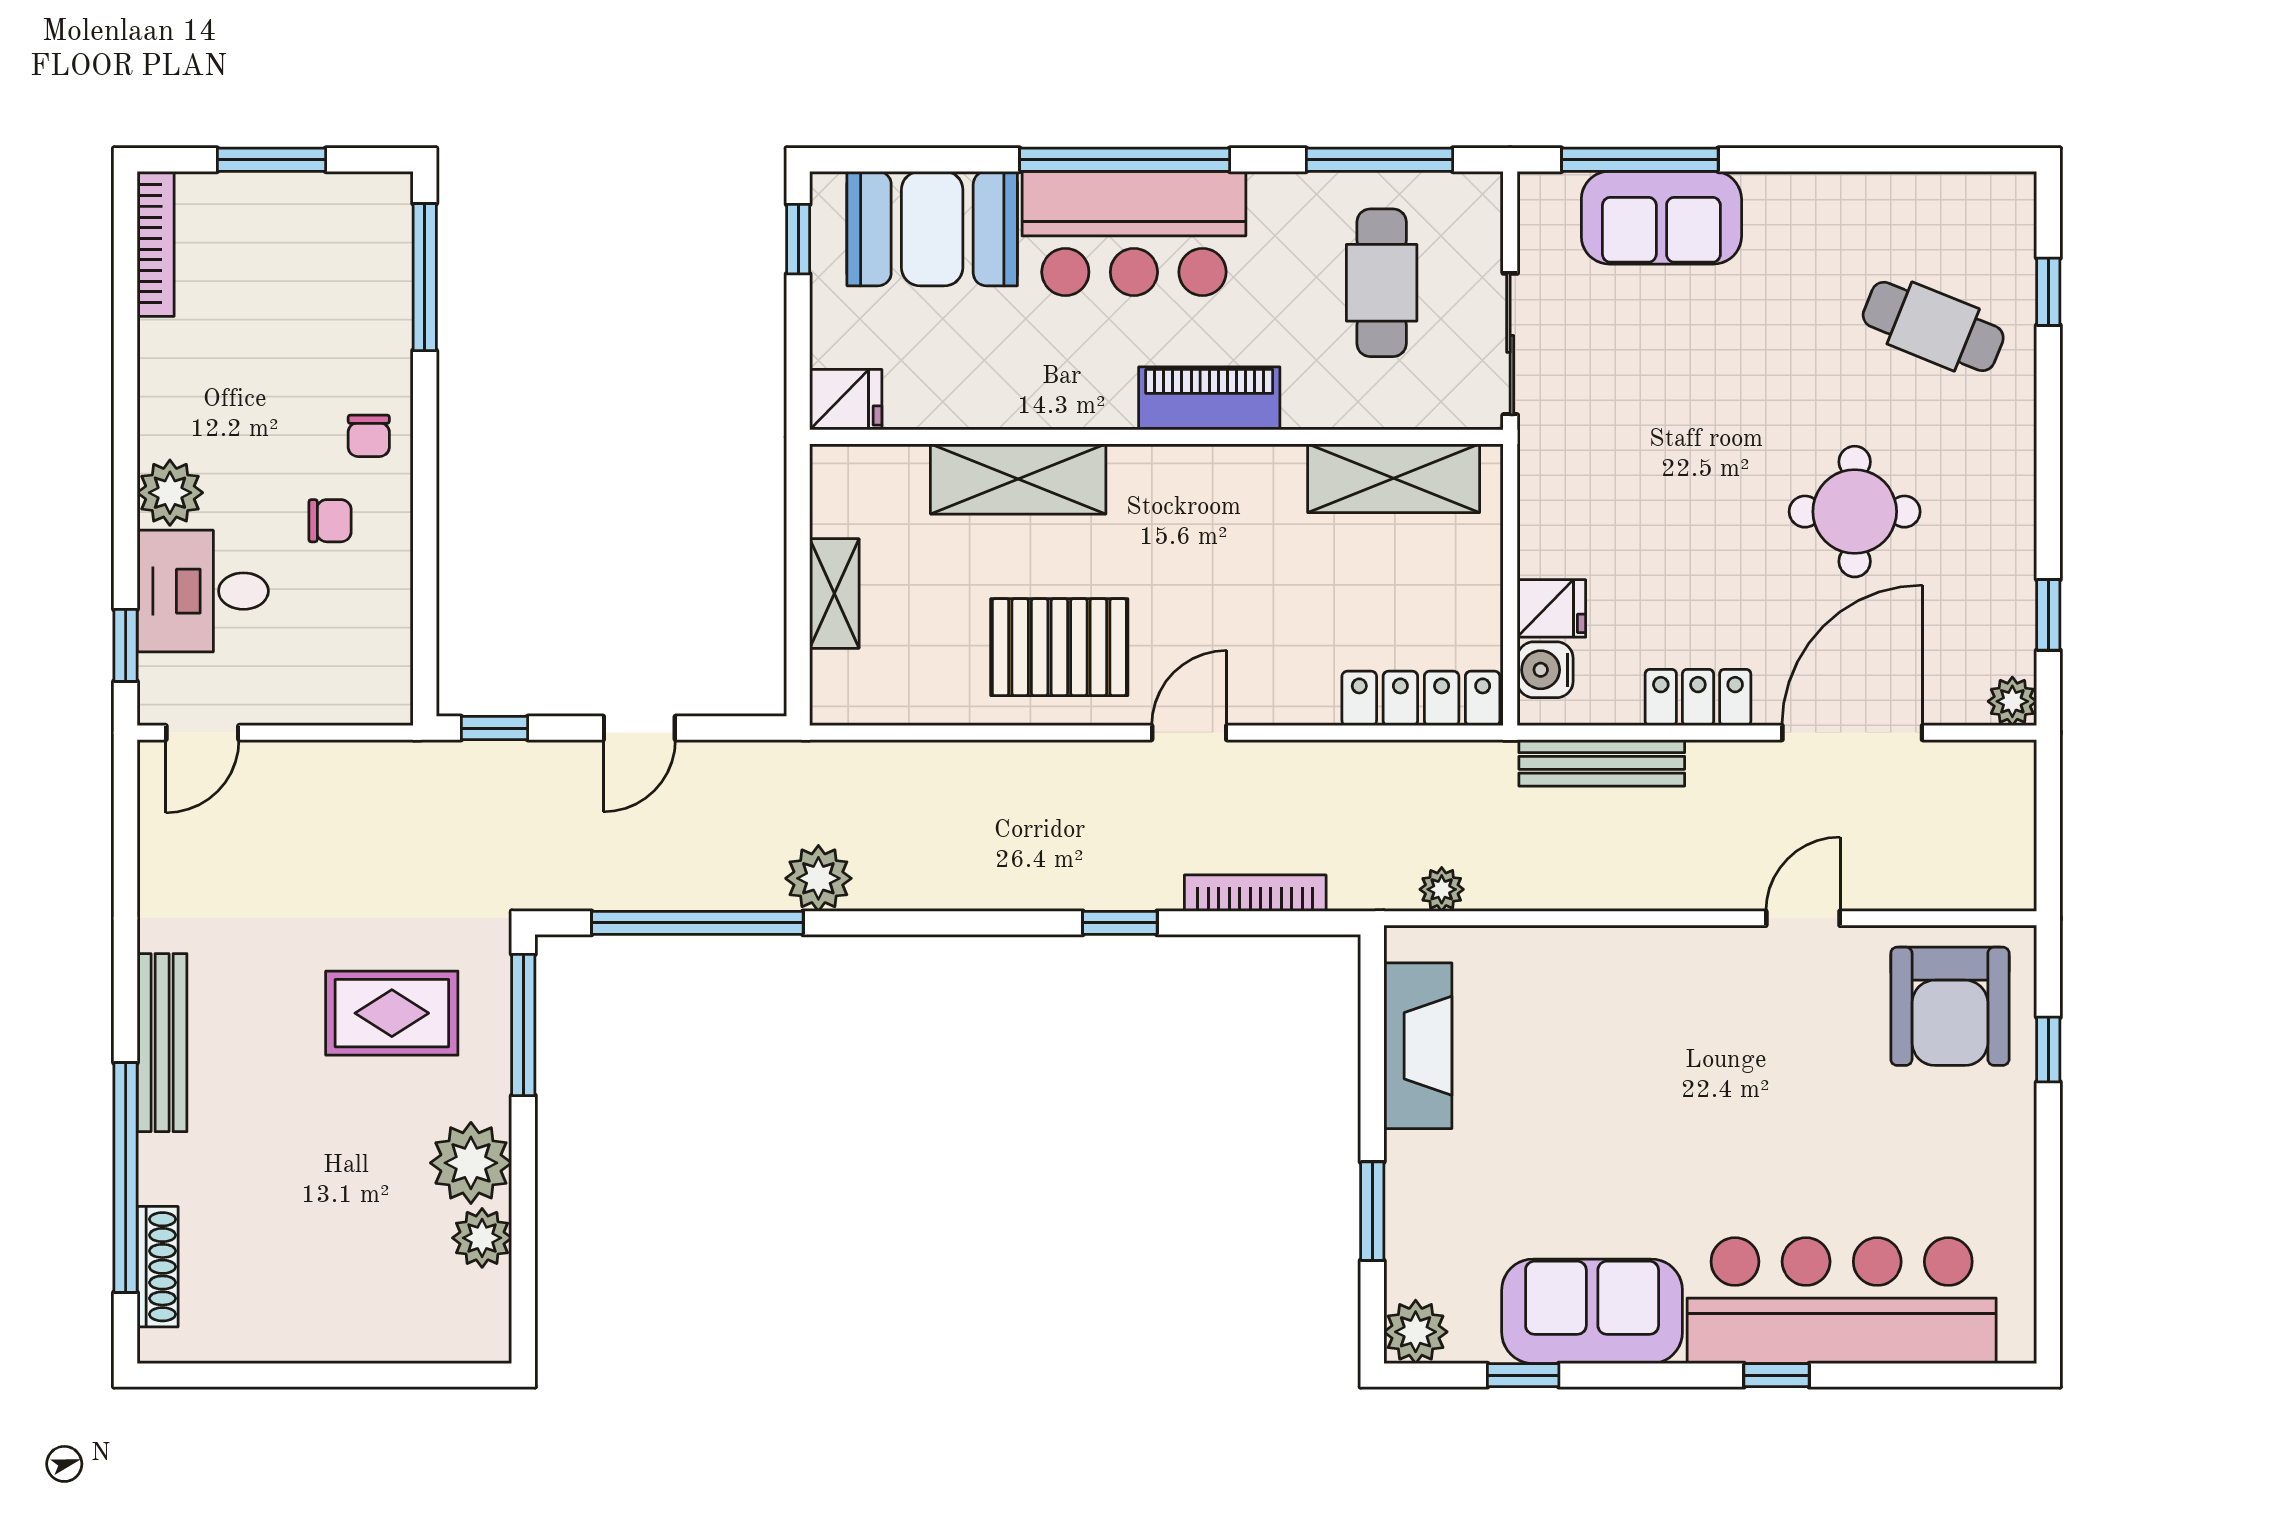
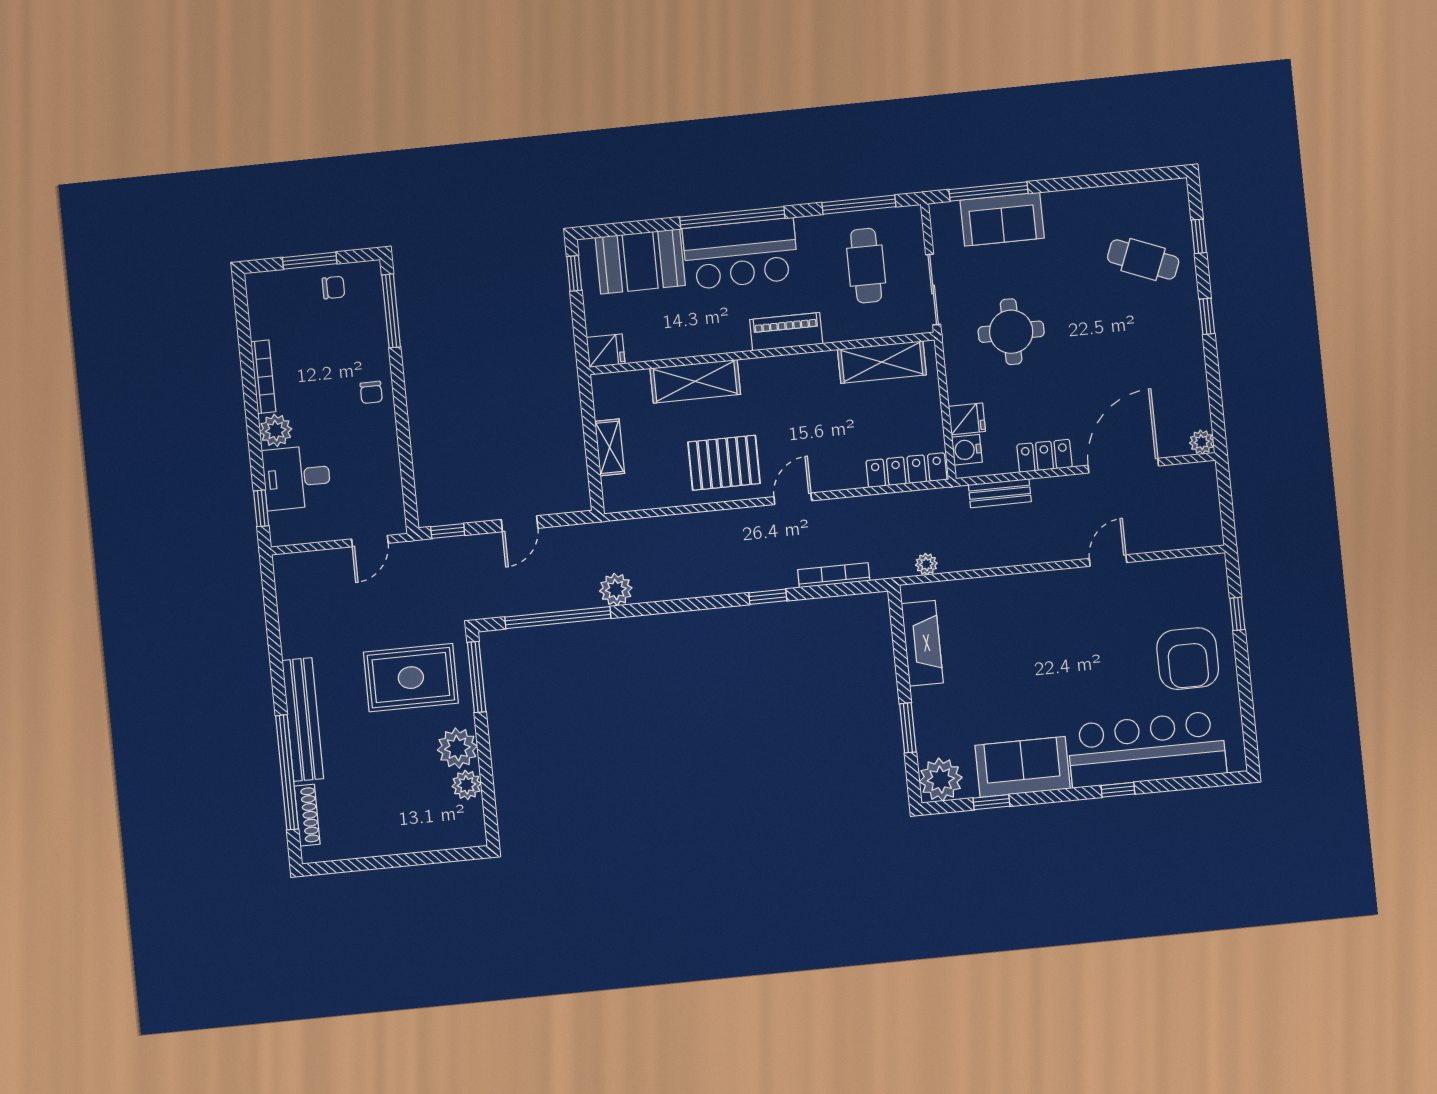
bookcase: (156, 244) -> (263, 377), moved
round table: (1855, 512) -> (1011, 332), moved
chair: (330, 521) -> (333, 288), moved
window: (2048, 615) -> (1207, 316), moved
door: (202, 733) -> (370, 541), moved
bench: (1602, 763) -> (1000, 493), width x0.73
armchair: (1950, 1006) -> (1188, 659), moved
rug: (392, 1013) -> (411, 678), width x1.36, depth x1.43
bench: (162, 1043) -> (303, 720), width x1.37, depth x1.21
plant: (1416, 1332) -> (941, 780), width x1.36, depth x1.36

